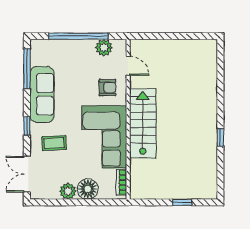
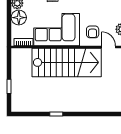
door: (128, 66) -> (108, 47), swing flipped
stairs: (143, 123) -> (67, 62), width x1.36, depth x1.51

